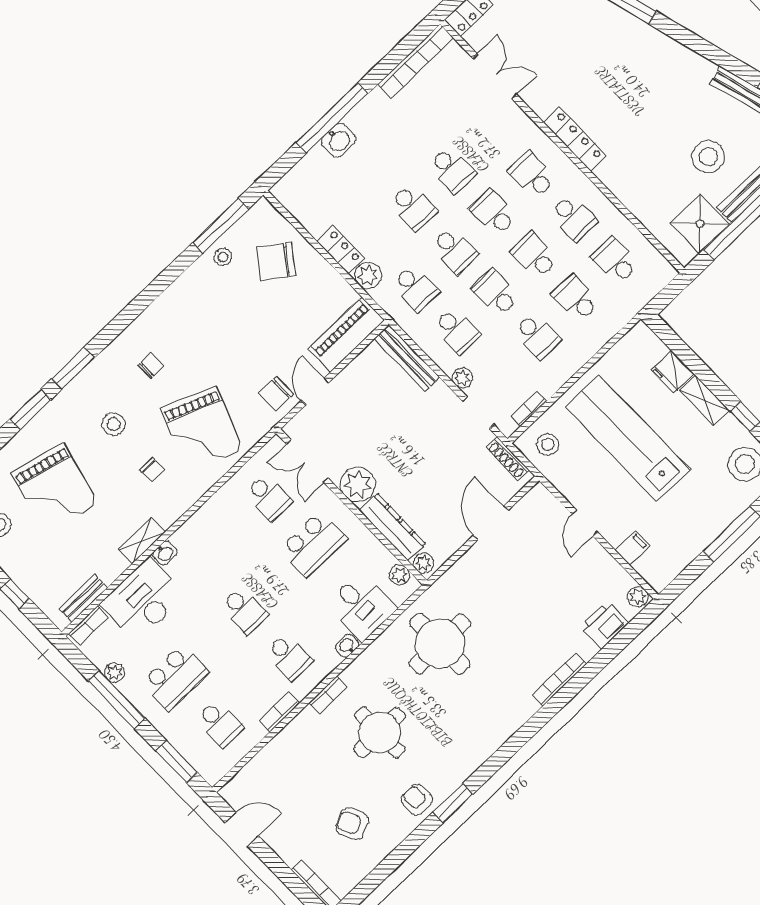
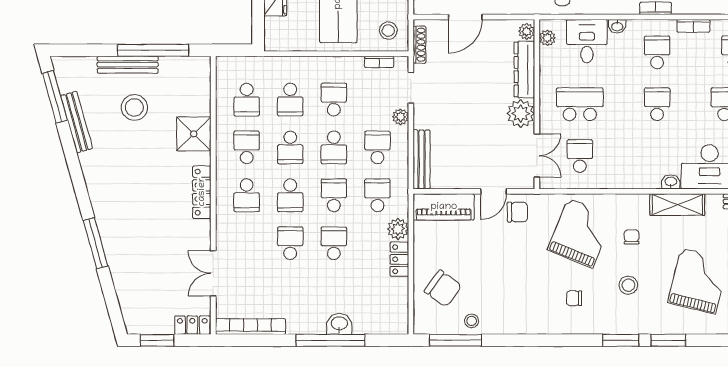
shower: (700, 224) -> (194, 134), moved
shelving: (142, 541) -> (677, 205), width x1.50, depth x1.33

